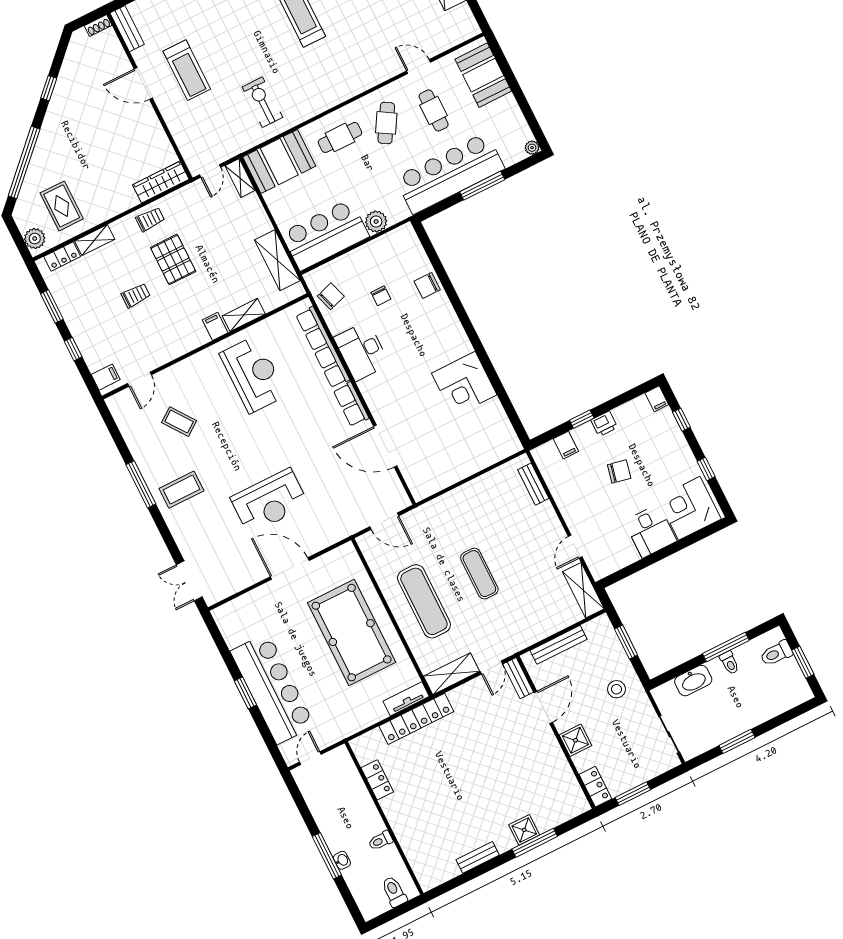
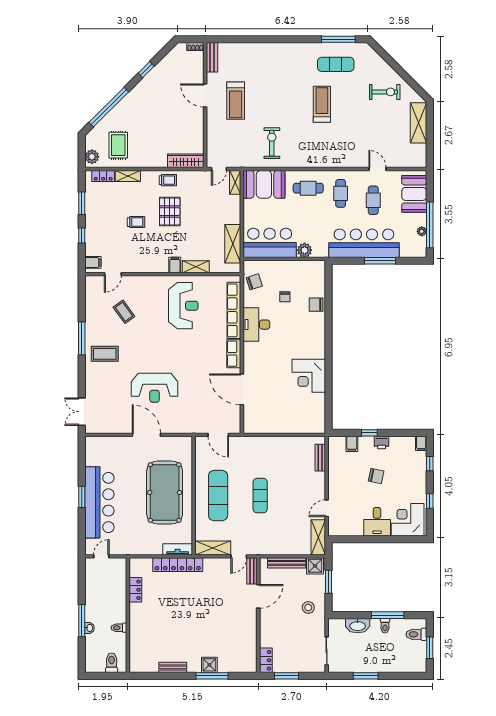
window: (524, 106) -> (430, 225), added
cafe table: (386, 123) -> (341, 193), turned -31
plant: (532, 148) -> (422, 231), moved
shower: (575, 740) -> (315, 566), moved

